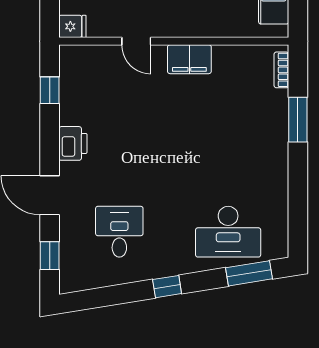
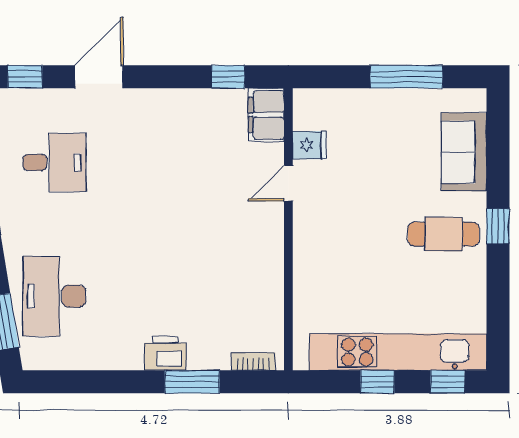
fridge: (72, 26) -> (309, 145), moved, turned -90
filing cabinet: (189, 59) -> (266, 115), moved
printer: (73, 143) -> (165, 353), moved, turned 180

